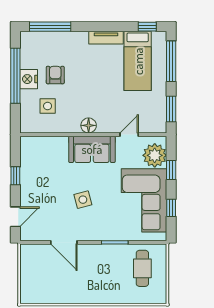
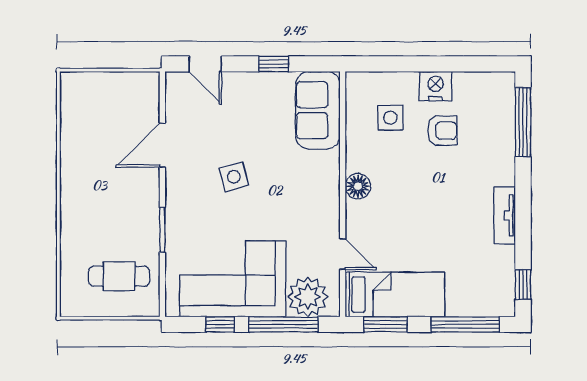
bed: (138, 61) -> (395, 295), moved, turned 180
window: (15, 76) -> (441, 64), removed
sofa: (92, 149) -> (318, 110), moved
window: (171, 170) -> (283, 324), width x2.17

